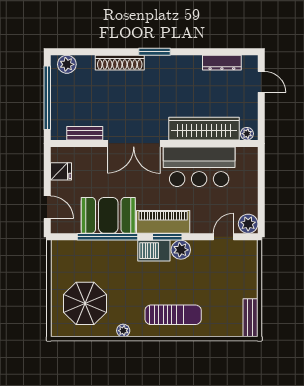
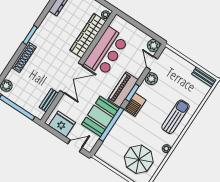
fridge: (61, 171) -> (62, 124), width x1.88, depth x1.34
plant: (181, 250) -> (151, 79), moved

